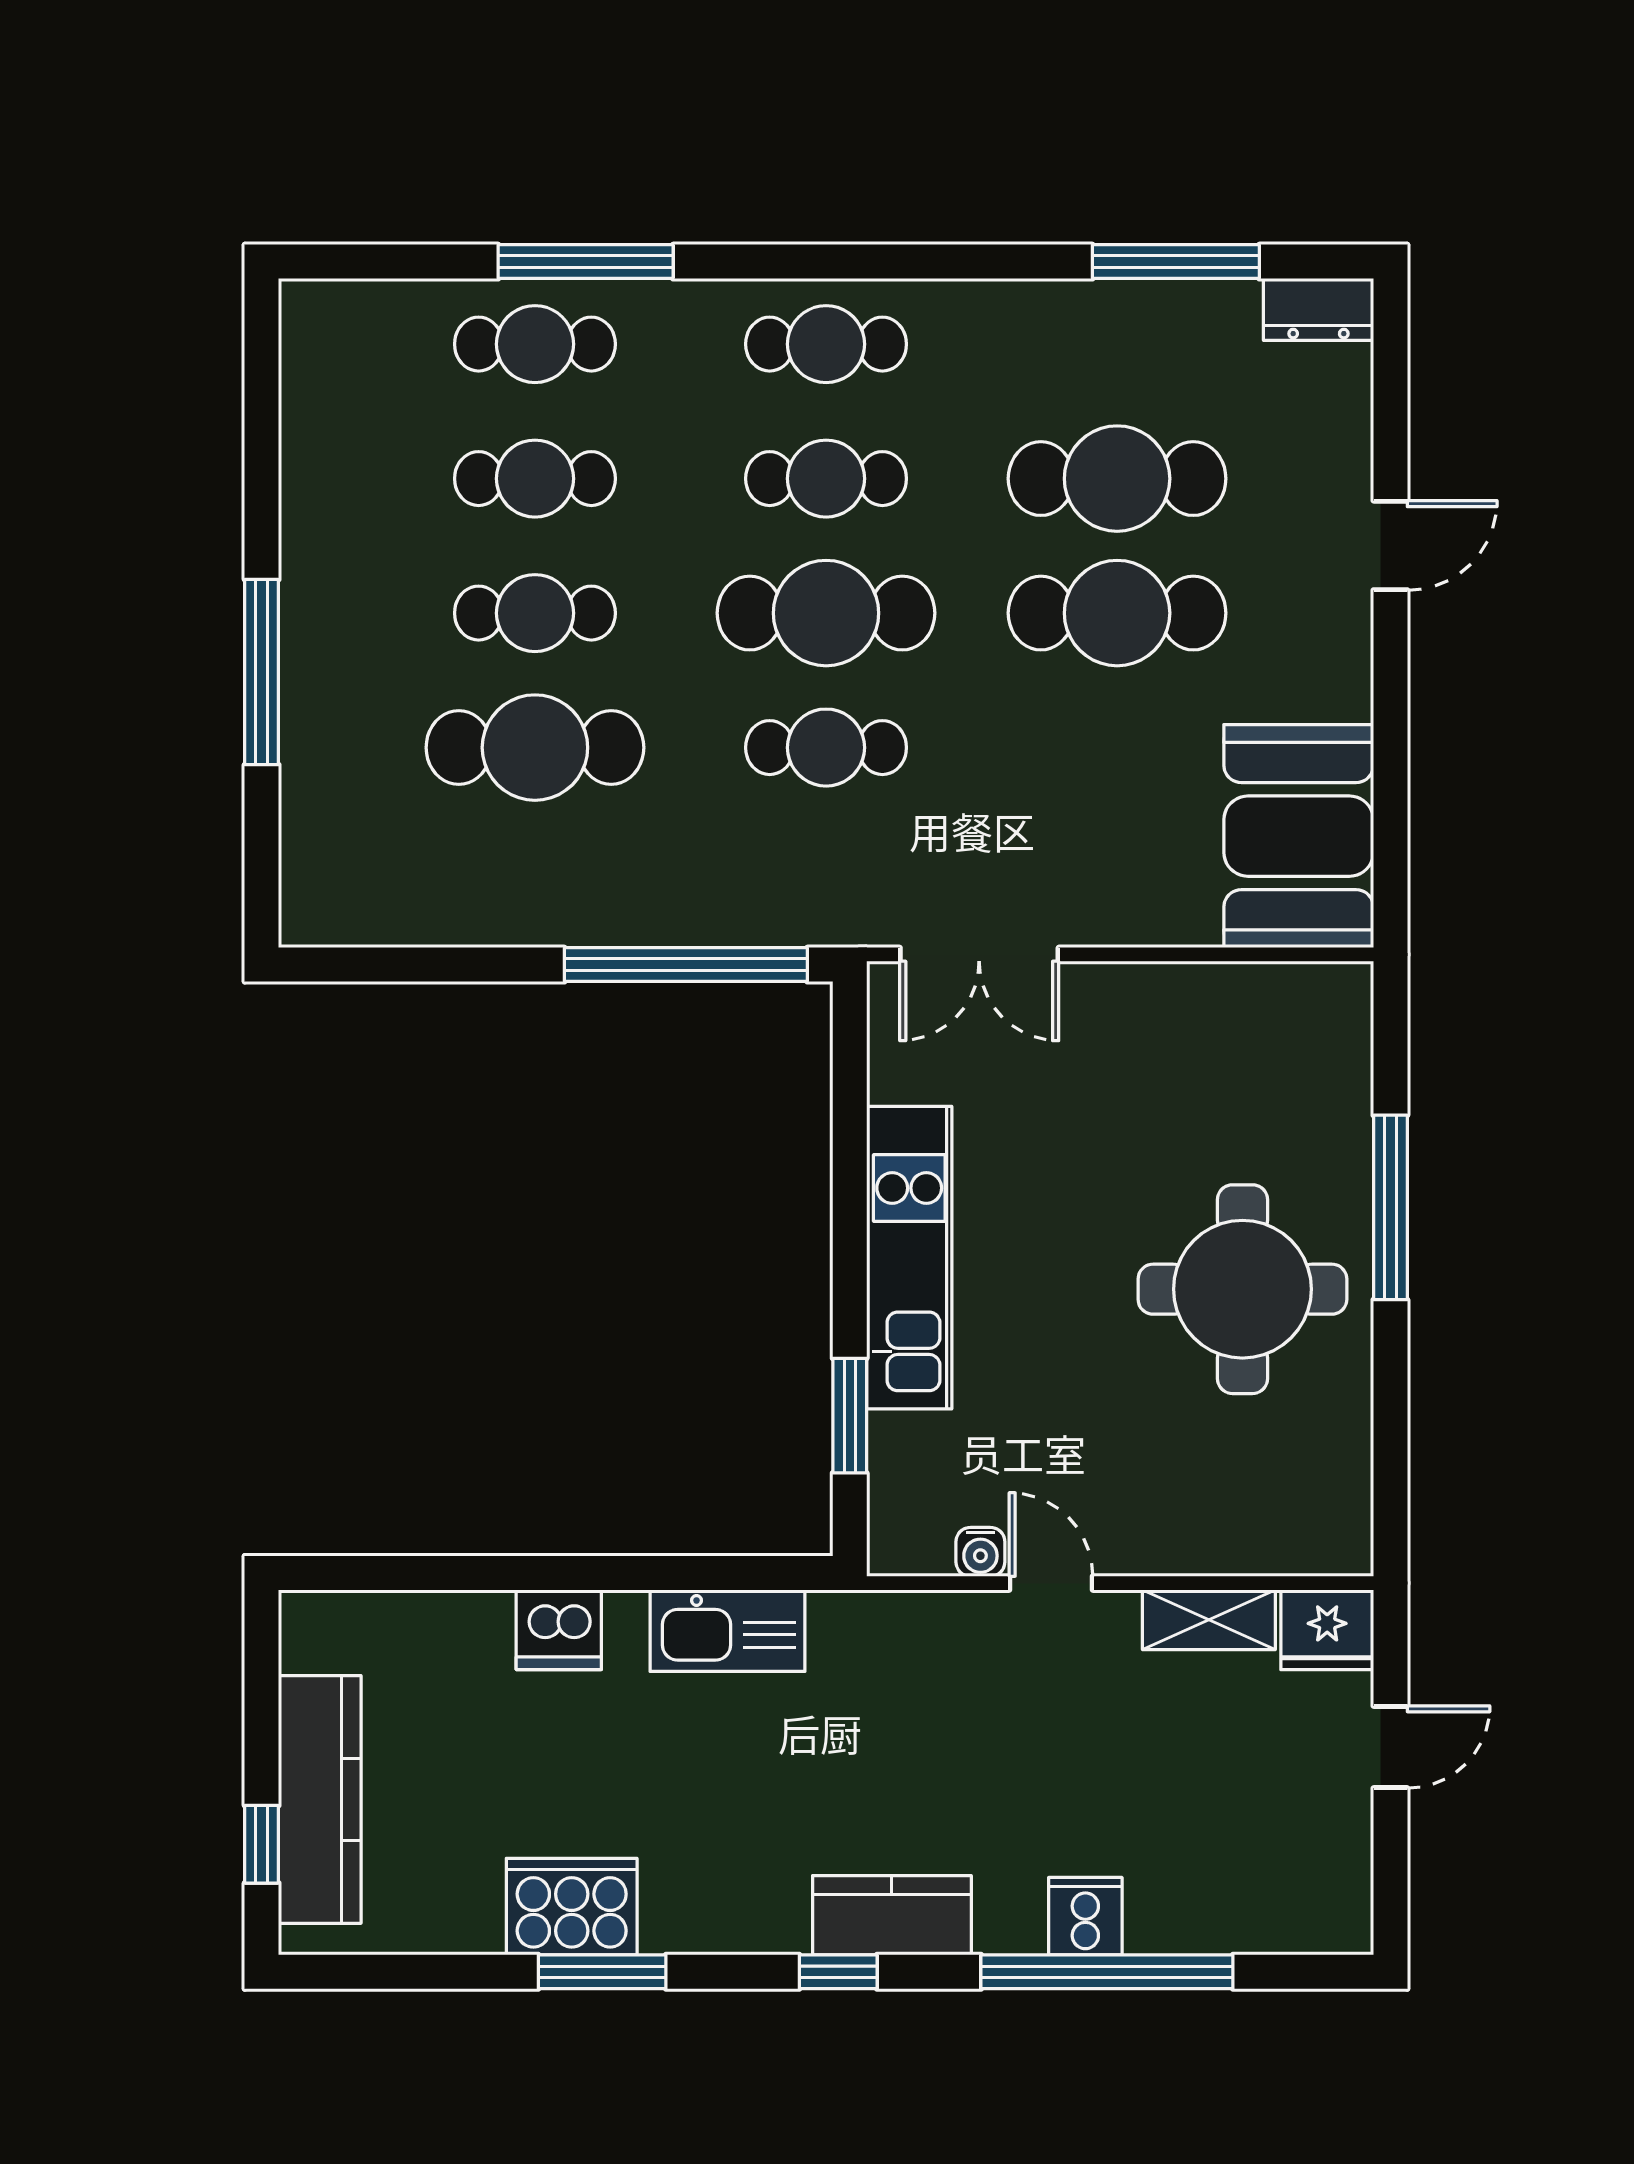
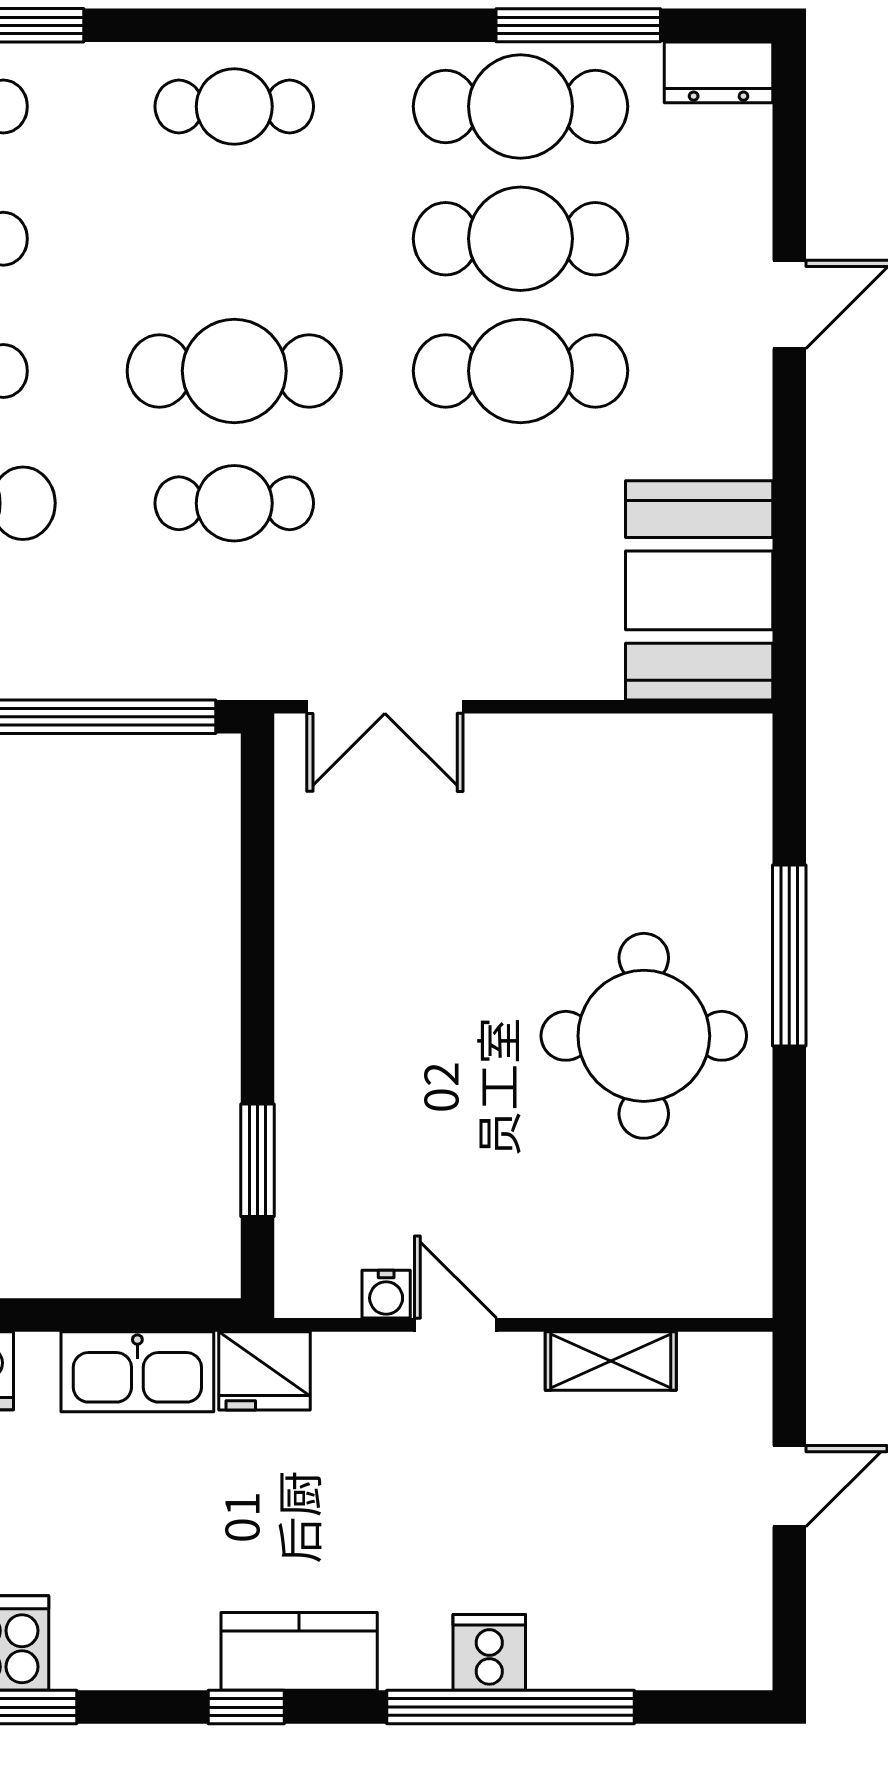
cafe table: (826, 479) -> (520, 106), moved, width x1.37, depth x1.35
kitchen unit: (909, 1258) -> (316, 1005), removed
fridge: (1327, 1630) -> (264, 1371), moved

